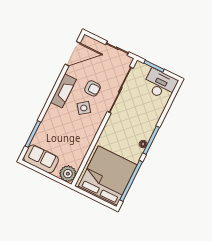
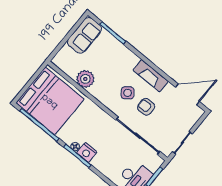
door: (73, 54) -> (187, 94), swing flipped
armchair: (93, 88) -> (146, 107), turned 90
nightstand: (146, 132) -> (87, 152), added
plant: (68, 174) -> (85, 79), moved

